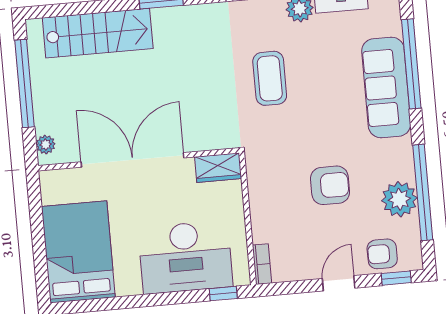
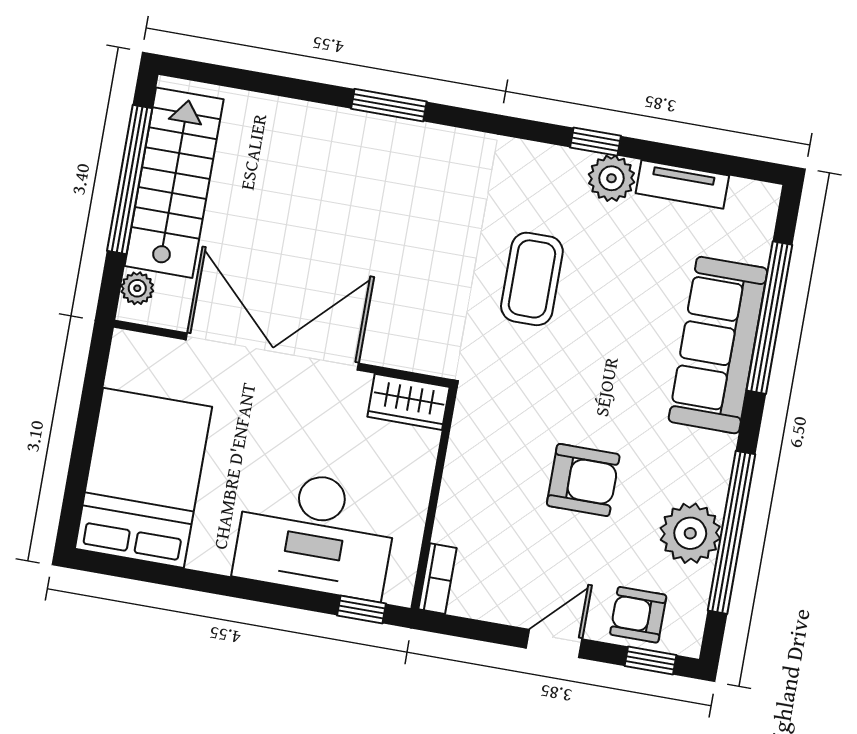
stairs: (98, 33) -> (174, 183), moved, turned -90

